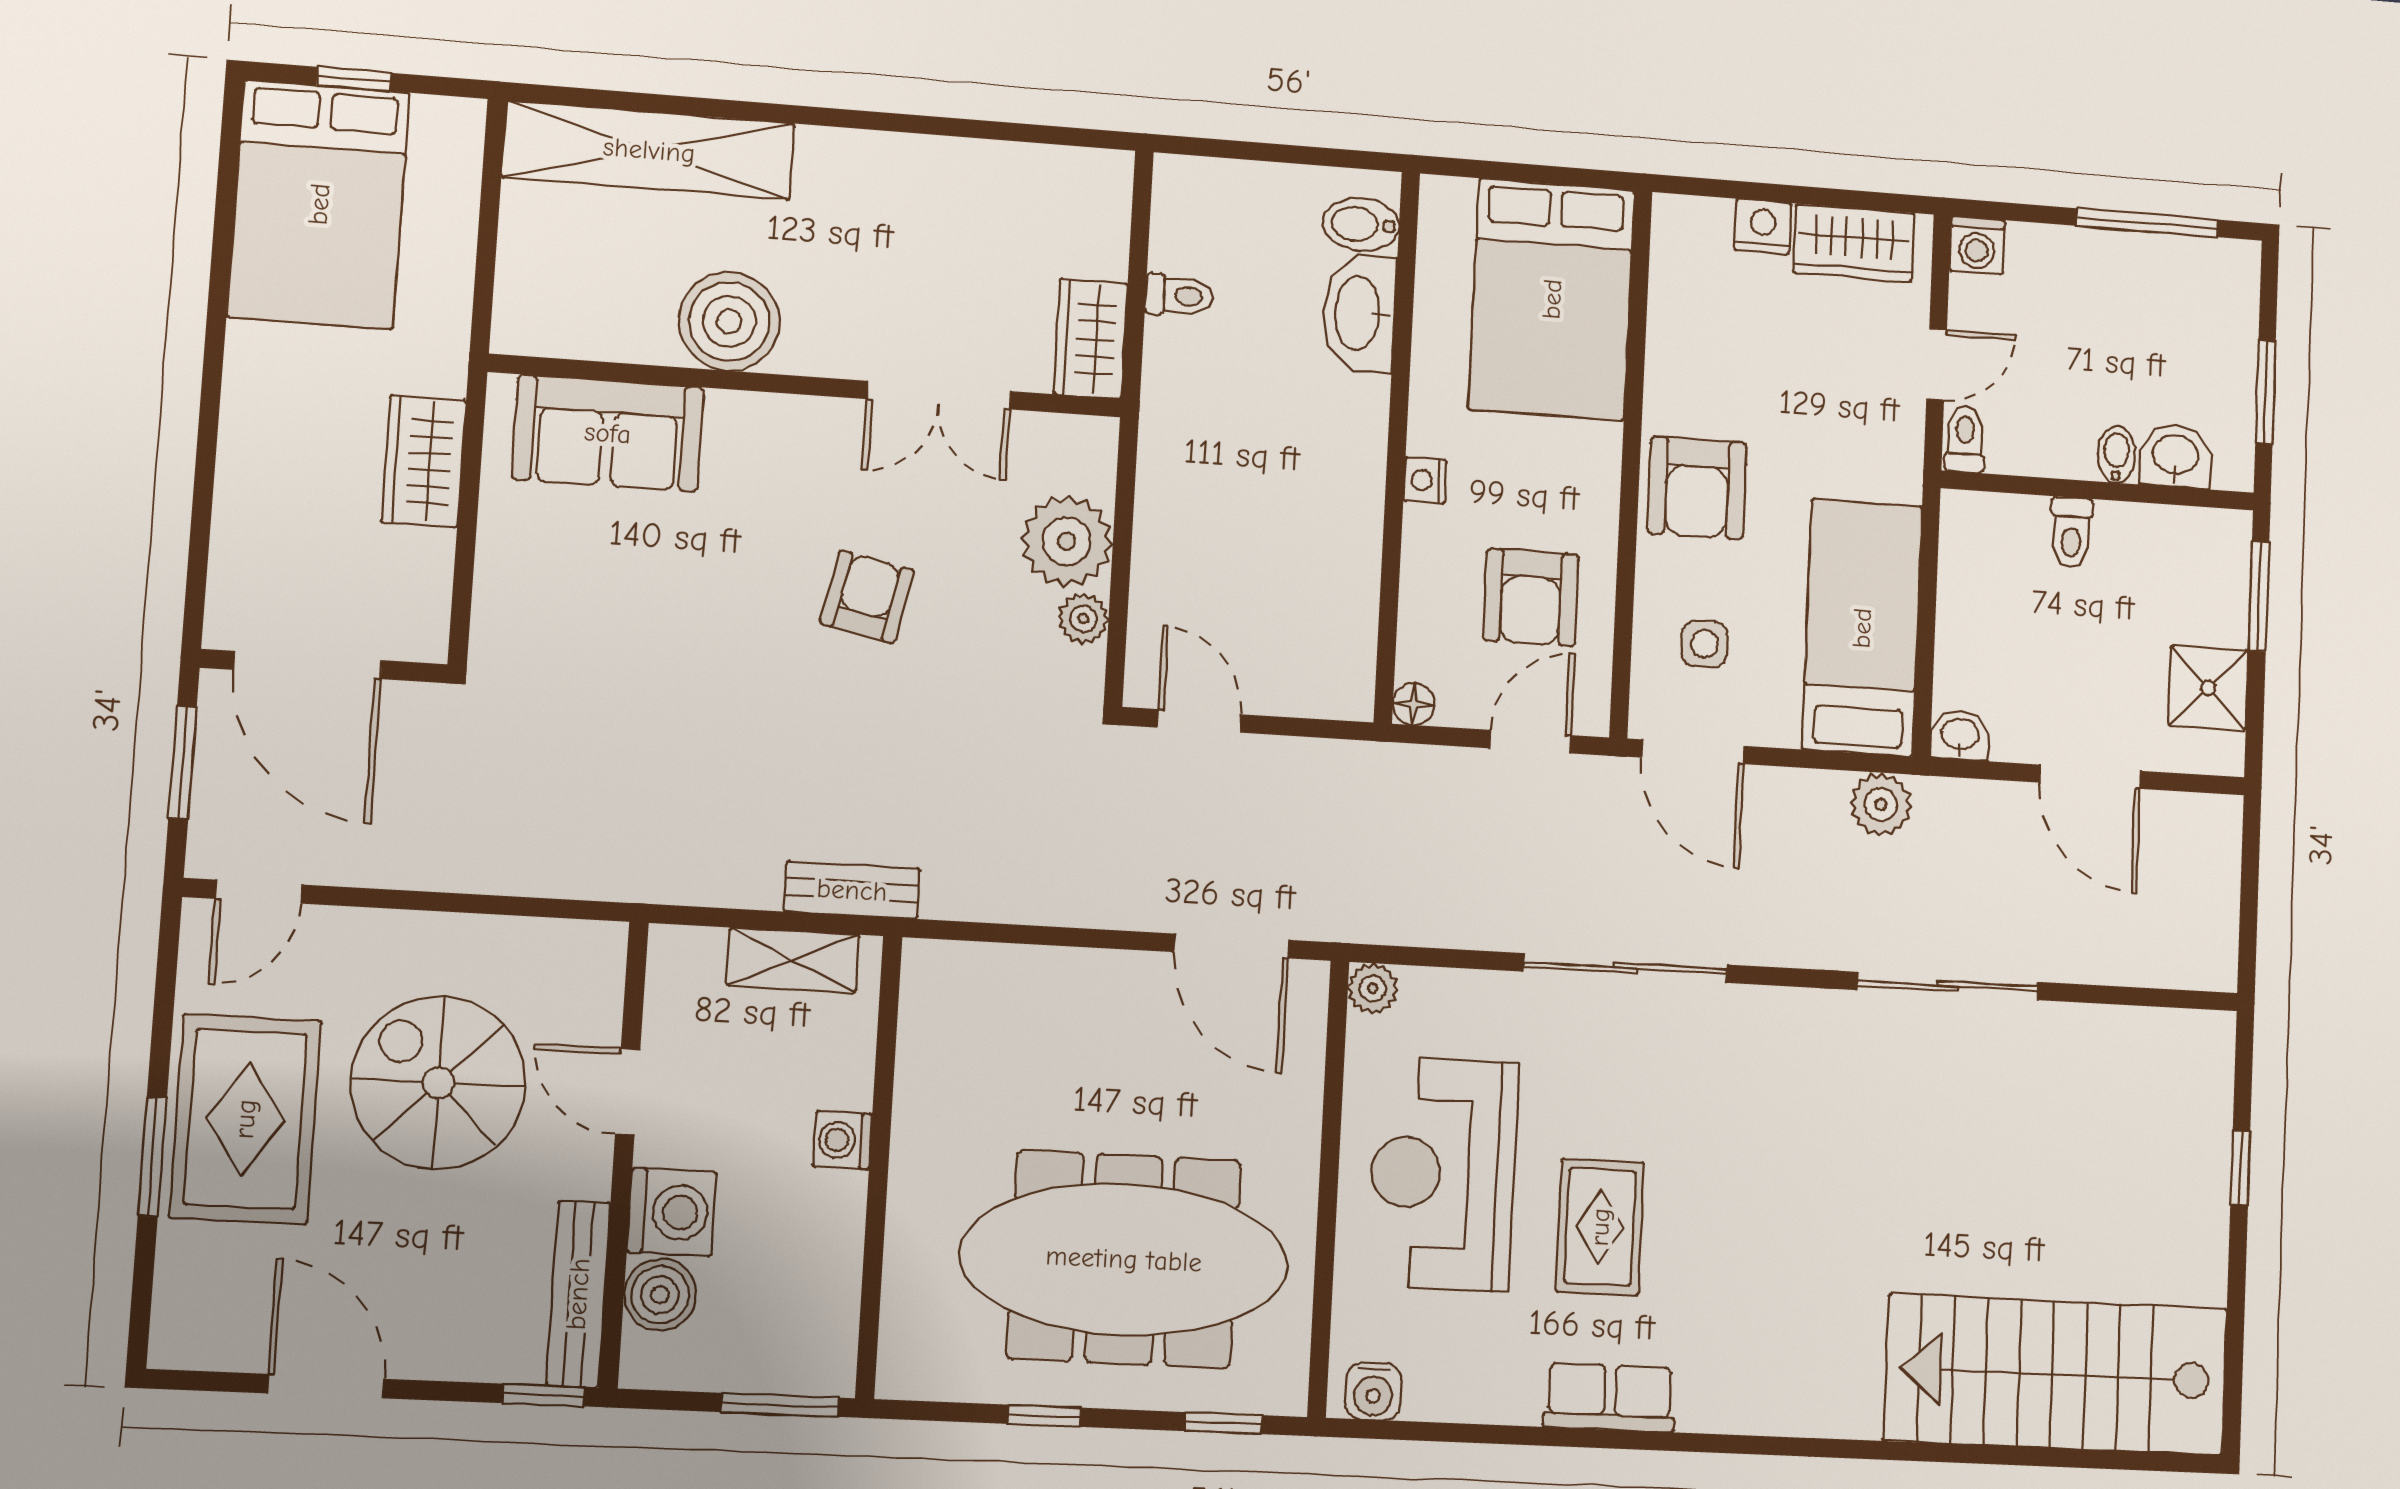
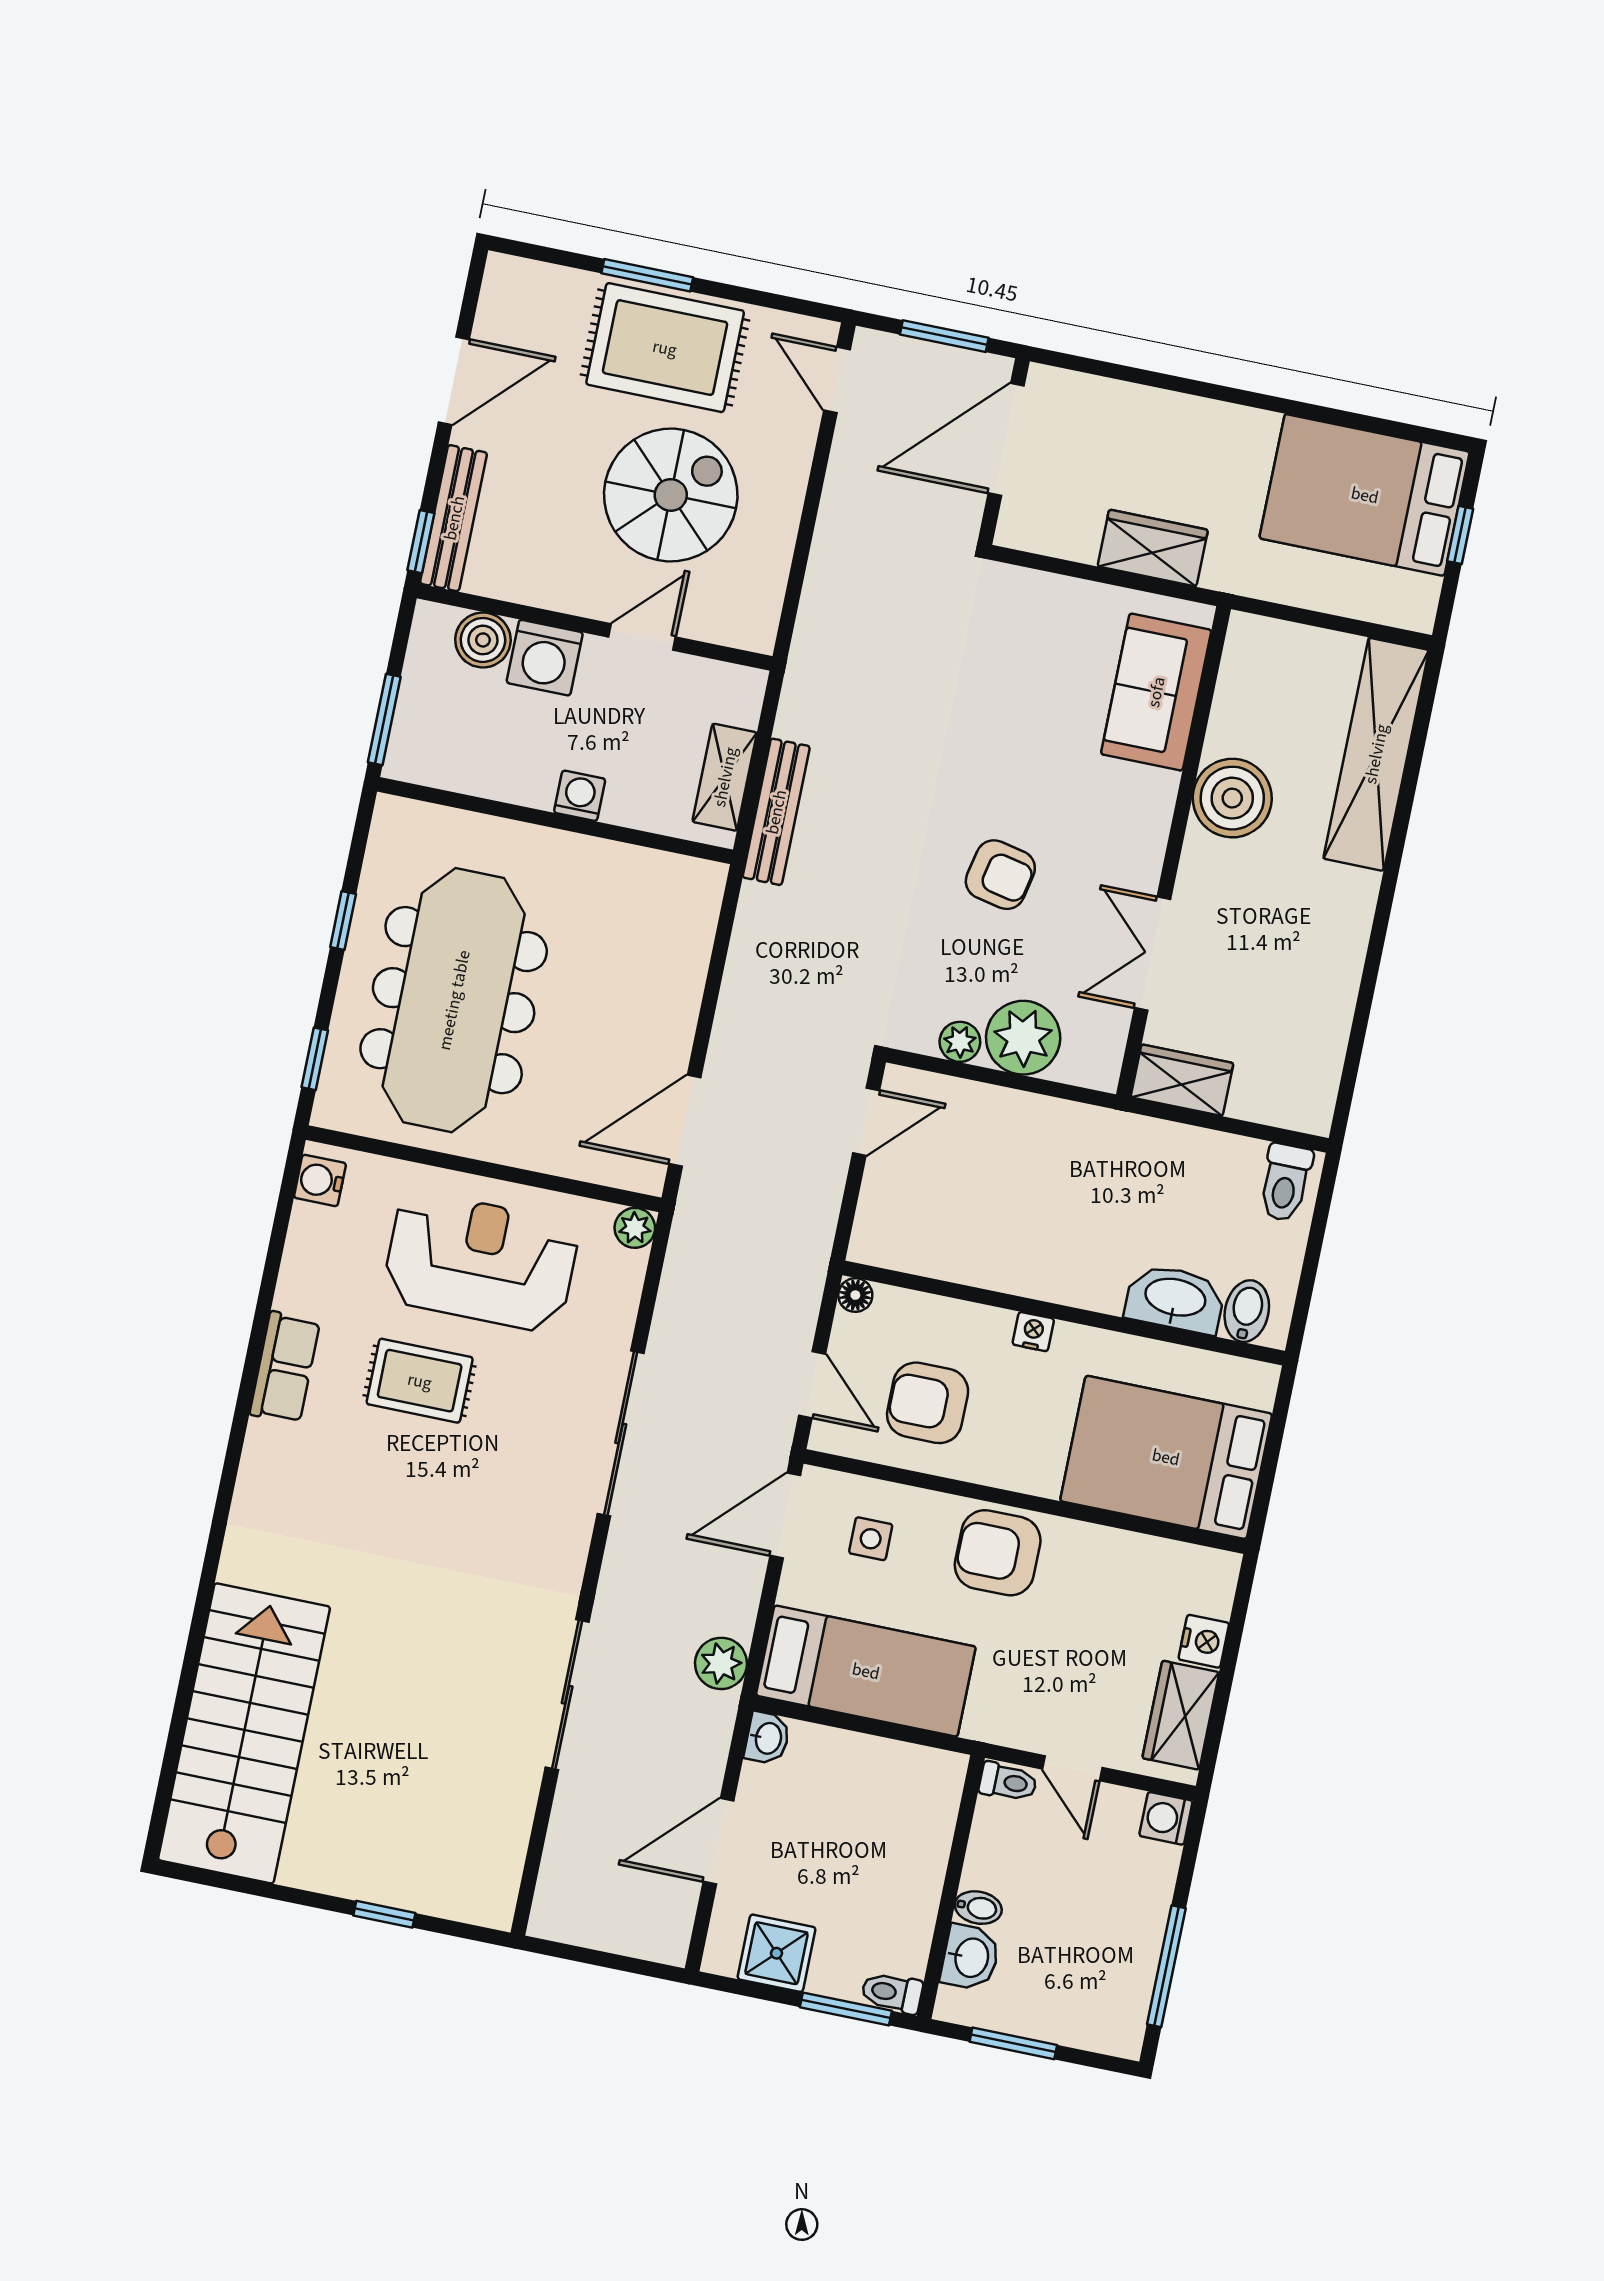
toilet: (1179, 296) -> (1285, 1183), moved, width x1.37, depth x1.39
toilet: (2071, 533) -> (892, 1993), moved
bench: (852, 890) -> (776, 812), width x1.36
bench: (578, 1294) -> (454, 518), moved, turned 90

